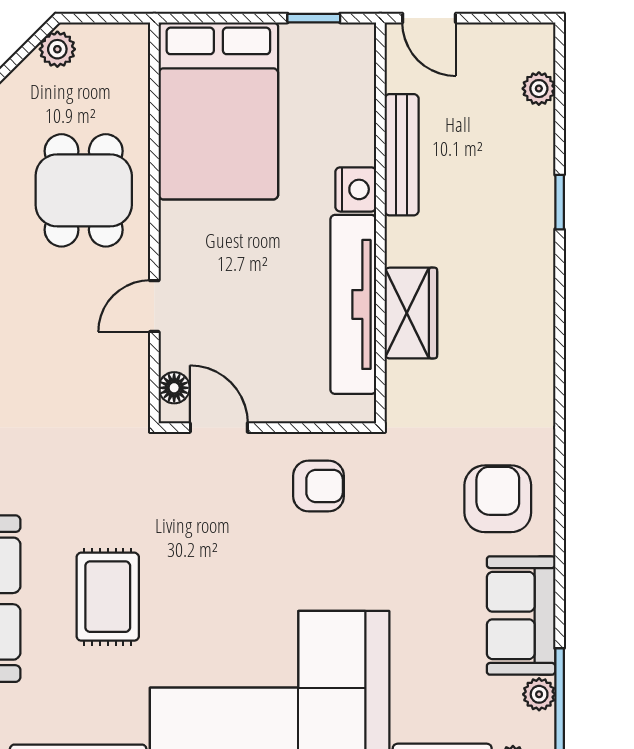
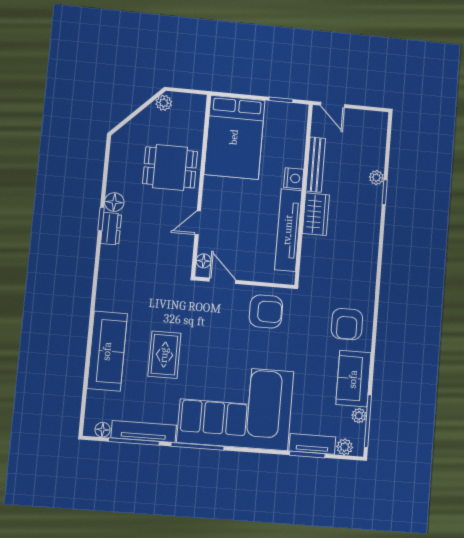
plant: (539, 89) -> (376, 178), moved
dining table: (84, 190) -> (170, 167), turned 90
wardrobe: (411, 313) -> (316, 214), moved
armchair: (318, 486) -> (266, 311), width x1.38, depth x1.38
armchair: (498, 499) -> (347, 324), turned 180

